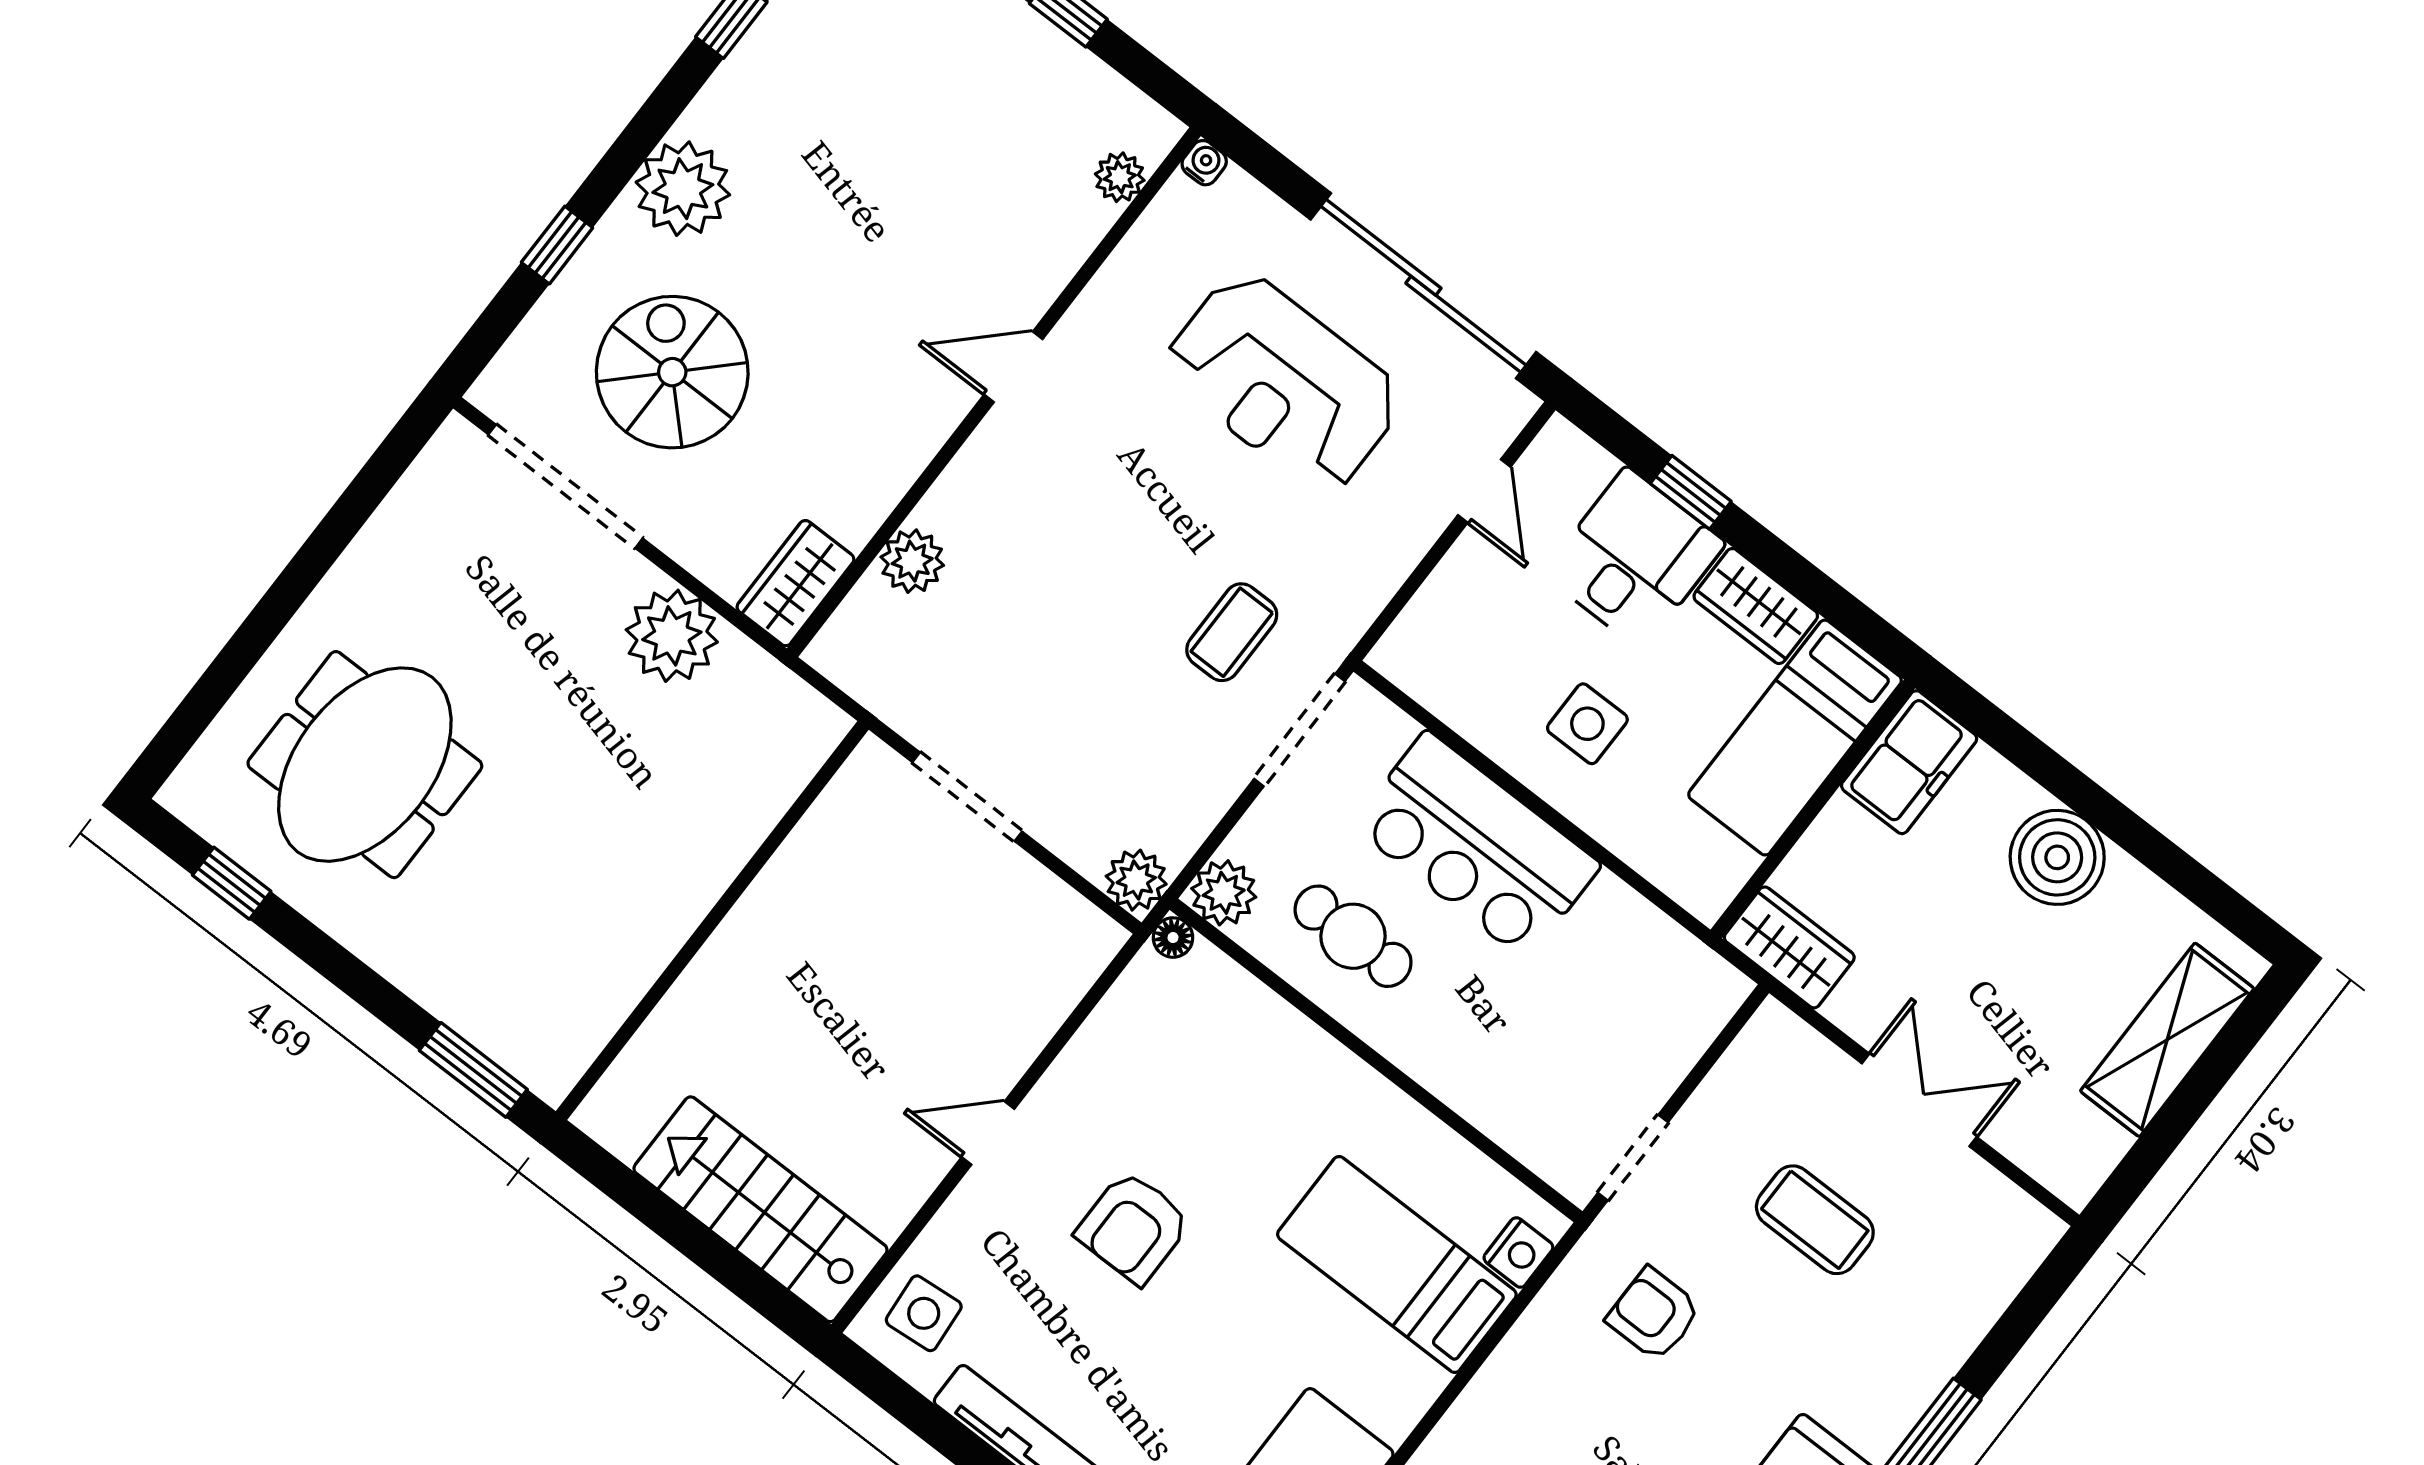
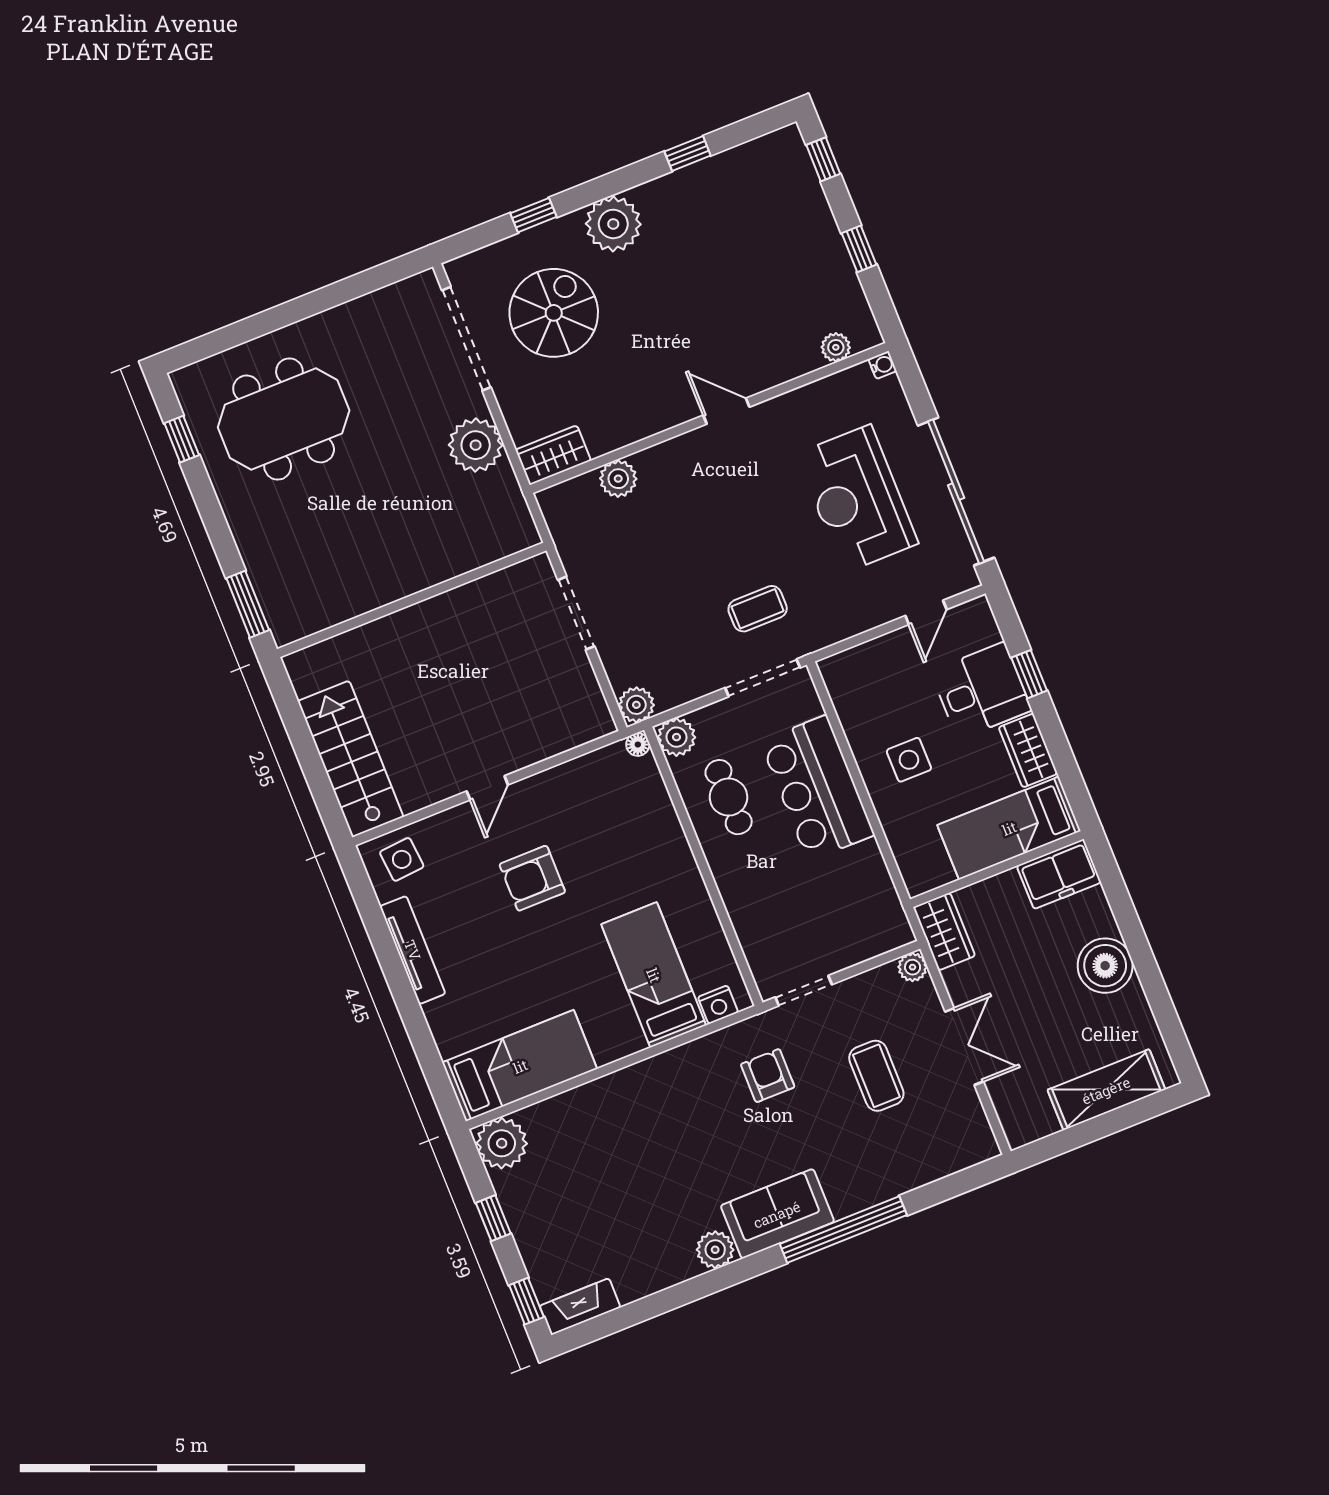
plant: (1774, 1028) -> (913, 967), added
door: (988, 1133) -> (487, 788), swing flipped

